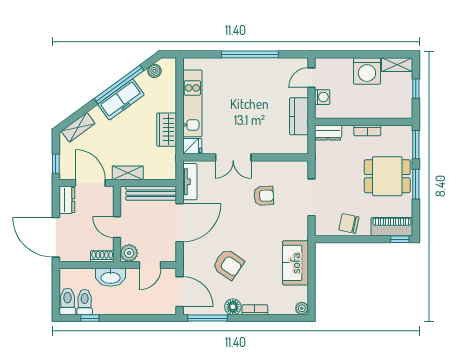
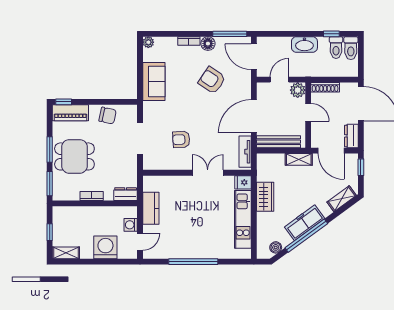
washing machine: (367, 71) -> (105, 247), moved
shoe rack: (102, 256) -> (325, 87), width x1.43
washbasin: (111, 277) -> (304, 44), moved, turned 180

